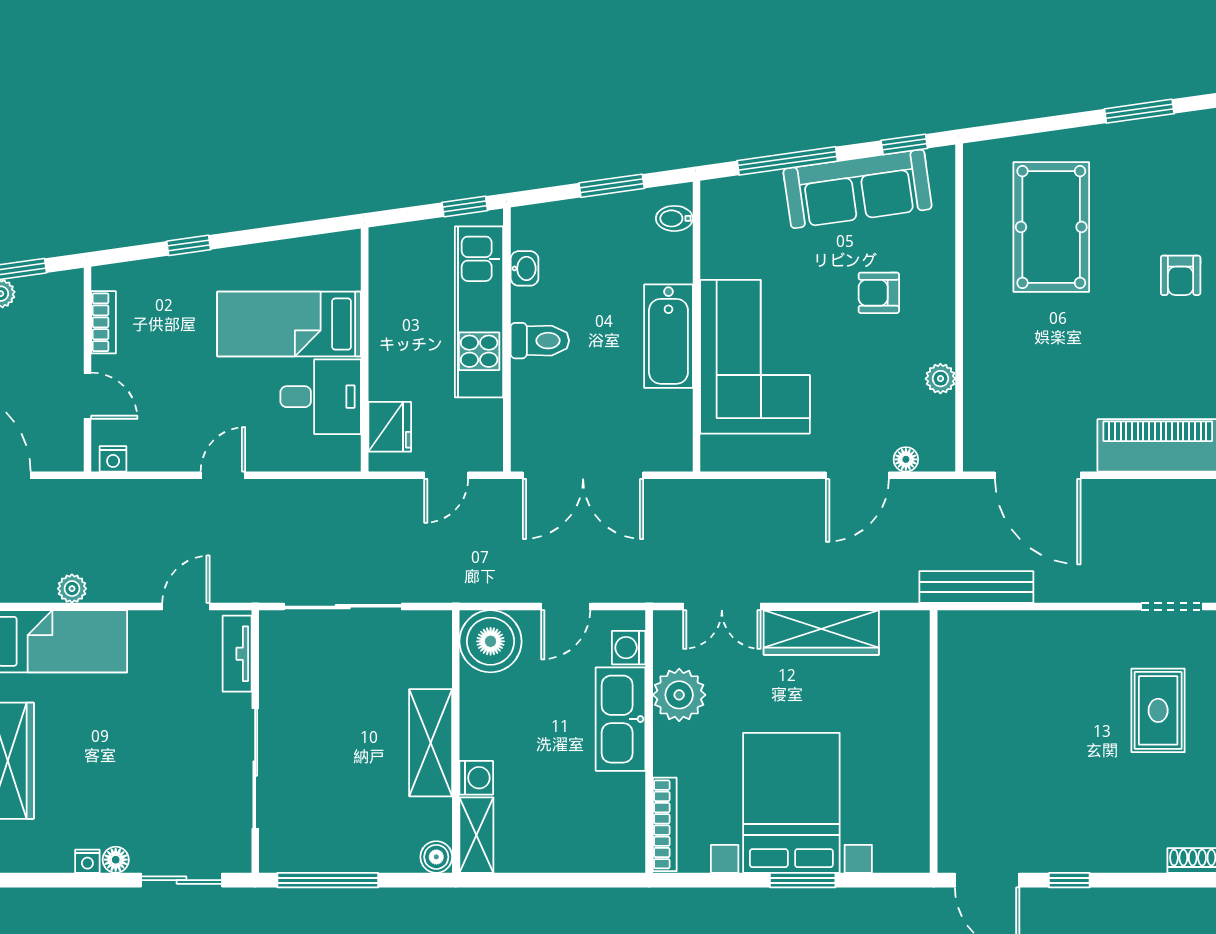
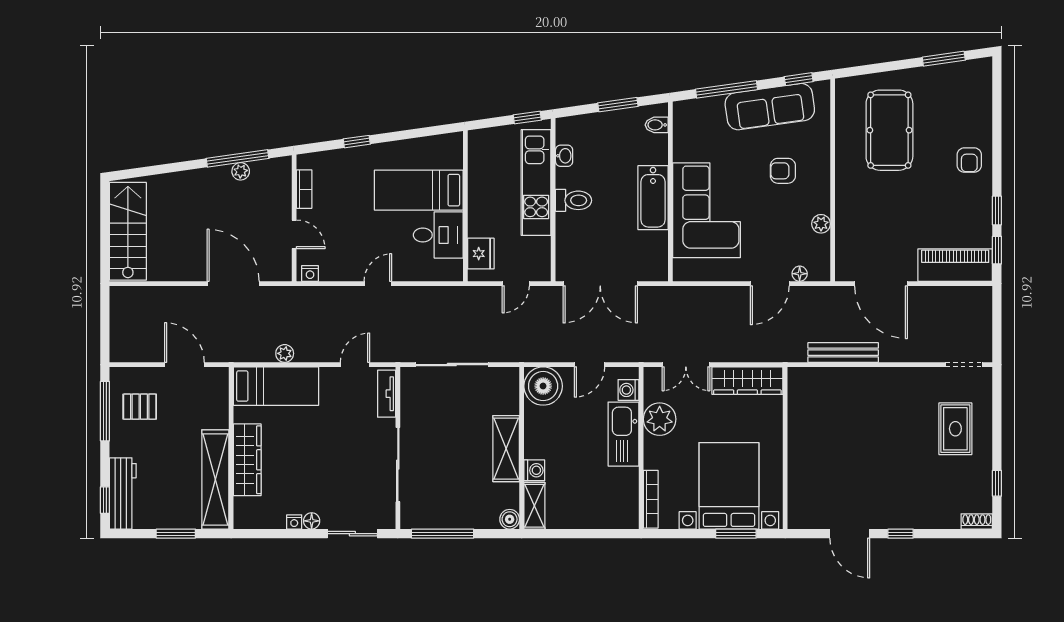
wall: (934, 742) -> (785, 448), moved

